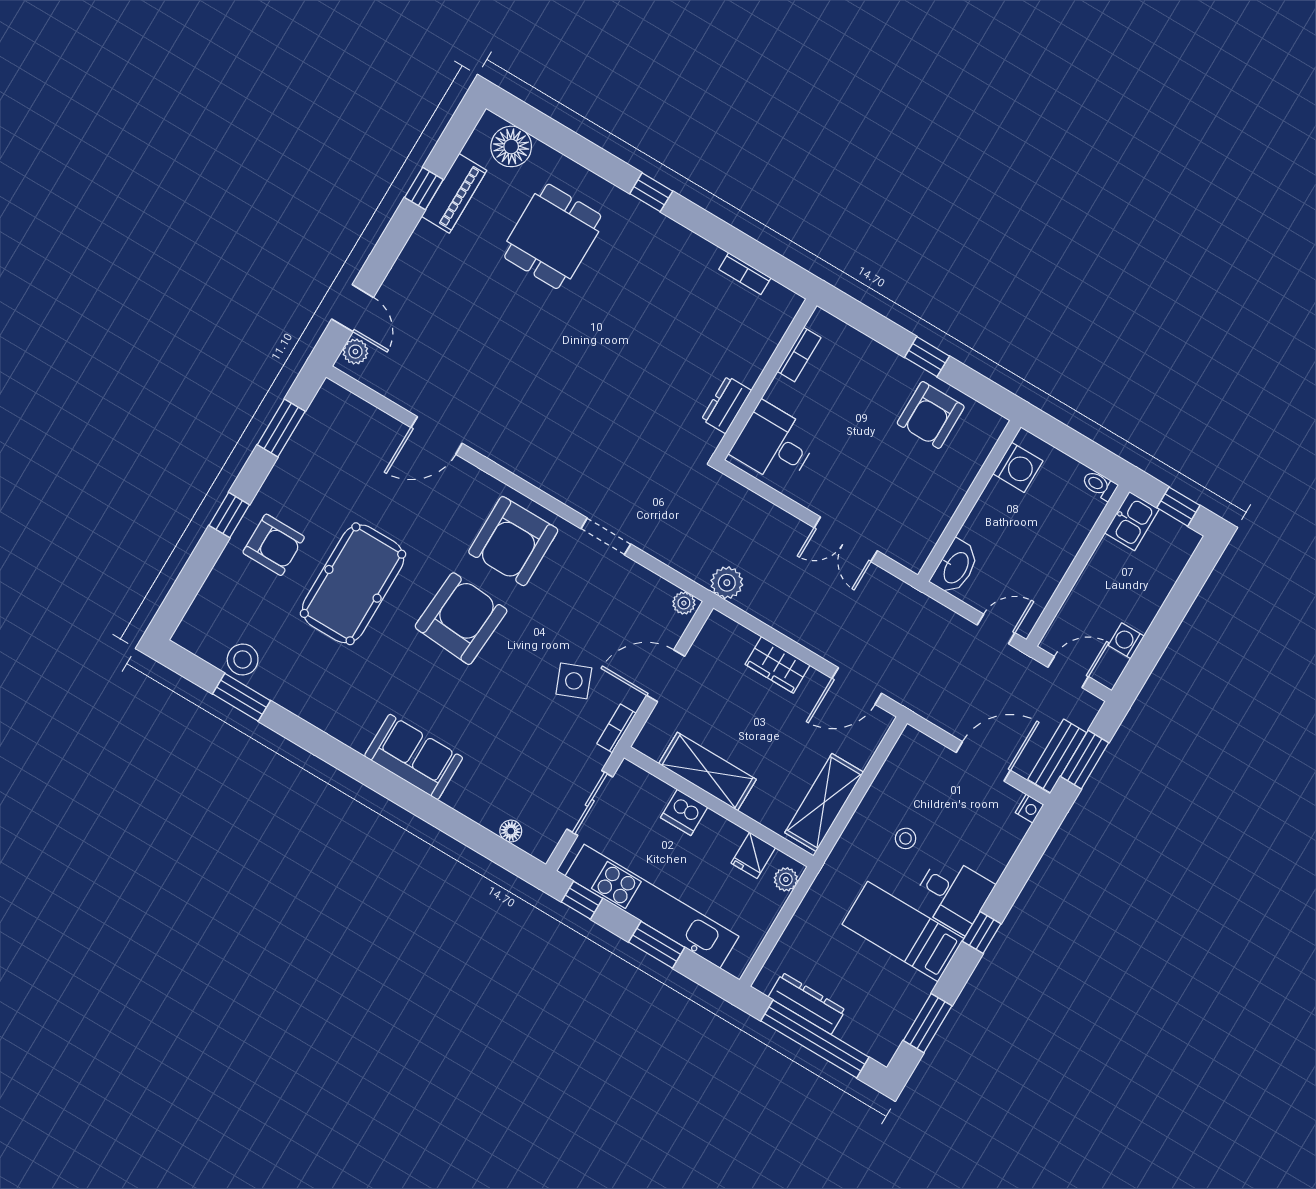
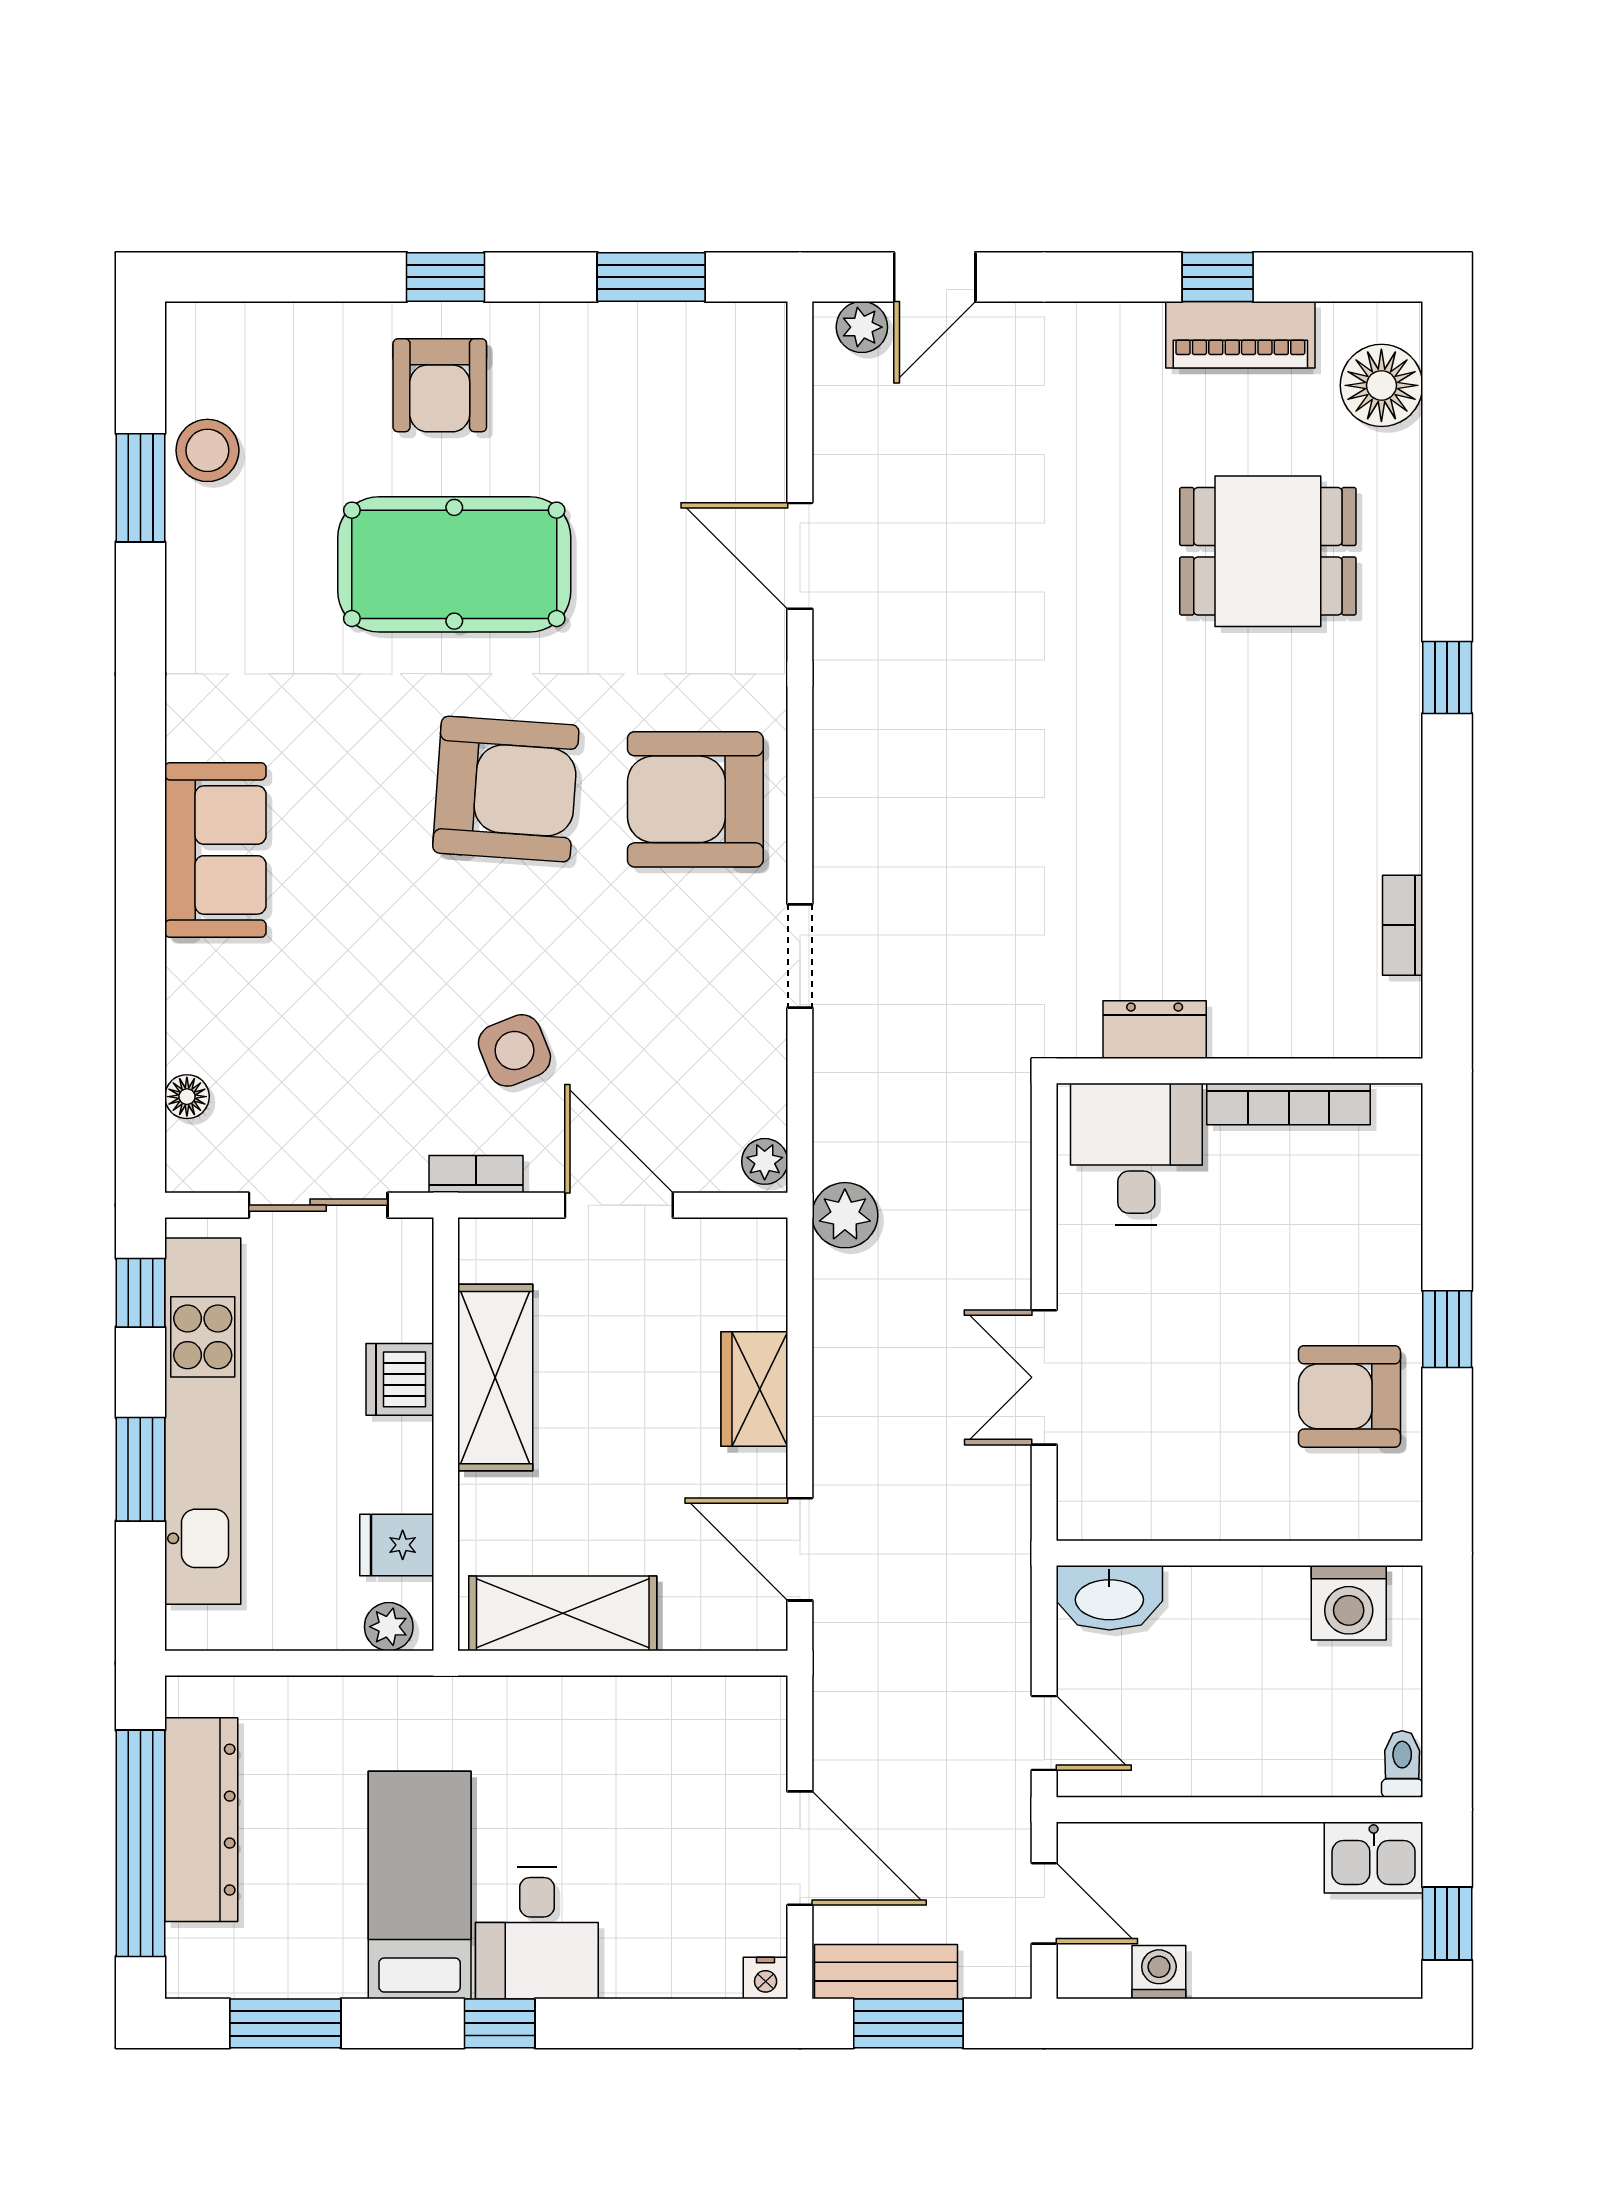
bookcase: (799, 355) -> (1289, 1104), width x1.56
stool: (906, 838) -> (585, 1793), removed
dresser: (807, 1003) -> (201, 1820), width x1.37, depth x1.24

